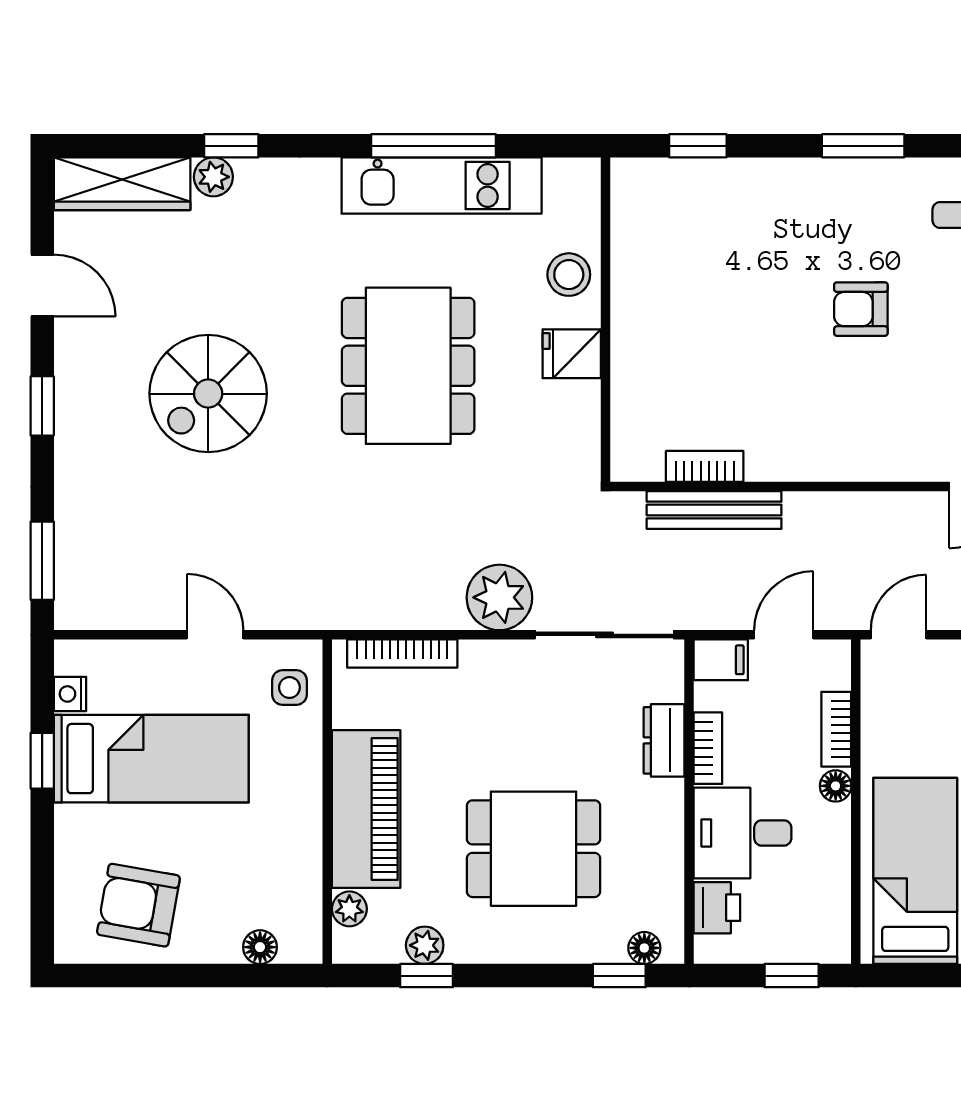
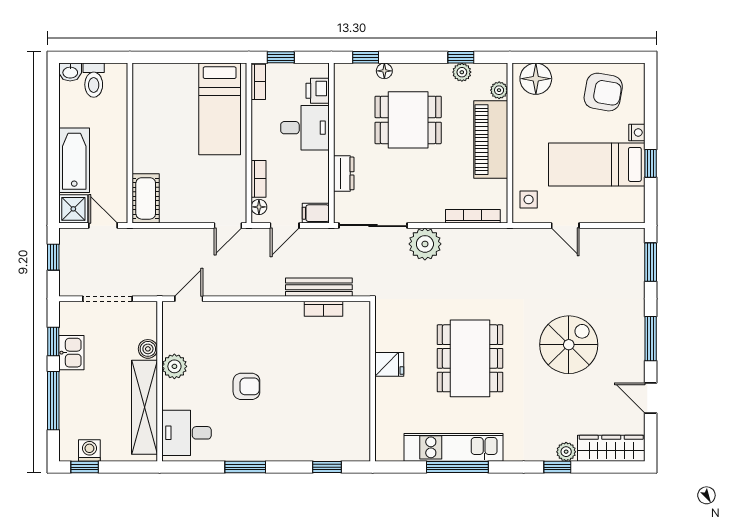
stool: (569, 275) -> (391, 403), removed
window: (42, 406) -> (651, 339), width x1.50
nightstand: (70, 694) -> (637, 132), moved
bookcase: (708, 748) -> (258, 82), moved, turned 180
floor lamp: (836, 786) -> (259, 207), moved
floor lamp: (260, 947) -> (536, 79), width x1.89, depth x1.89
floor lamp: (644, 948) -> (384, 71), moved

